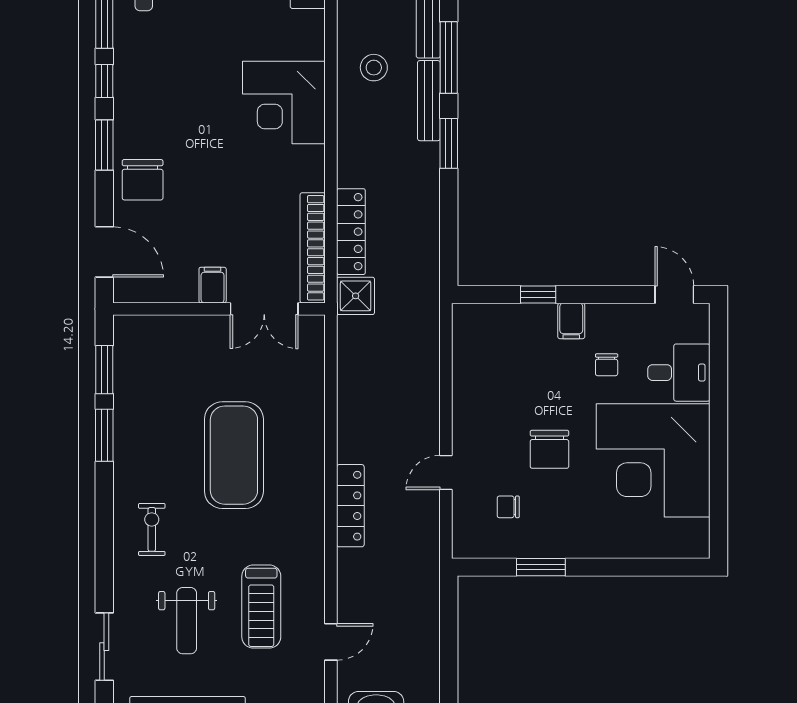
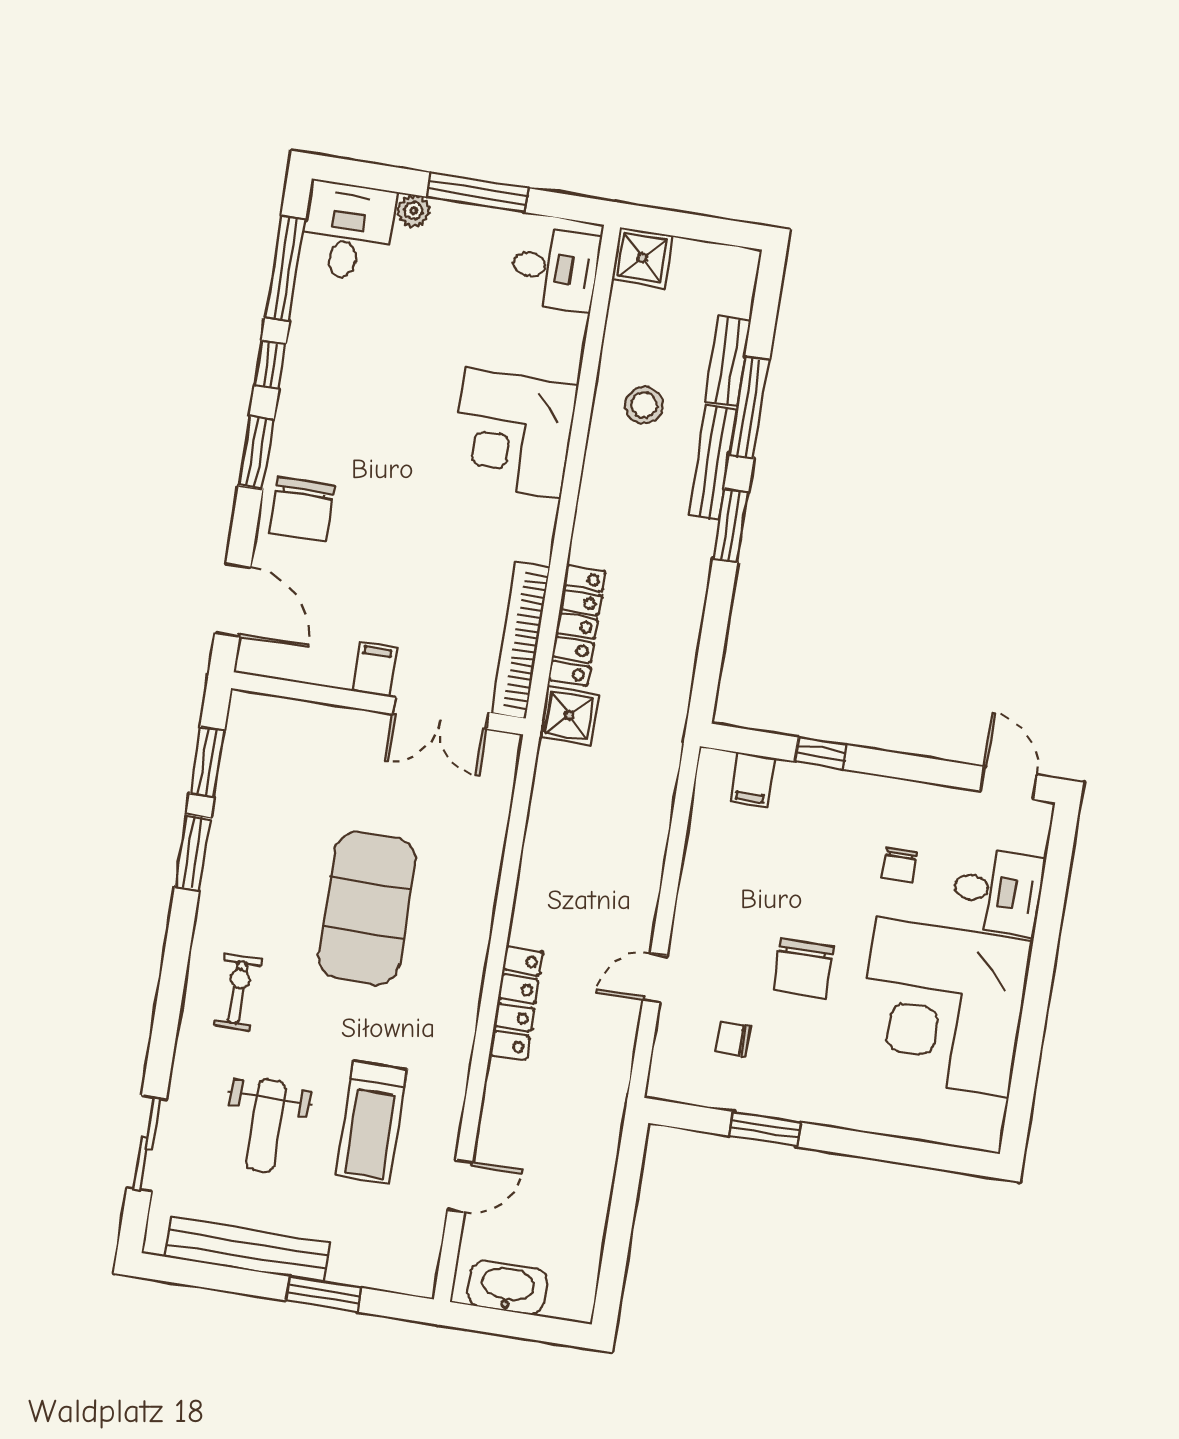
filing cabinet: (571, 321) -> (753, 780), moved

